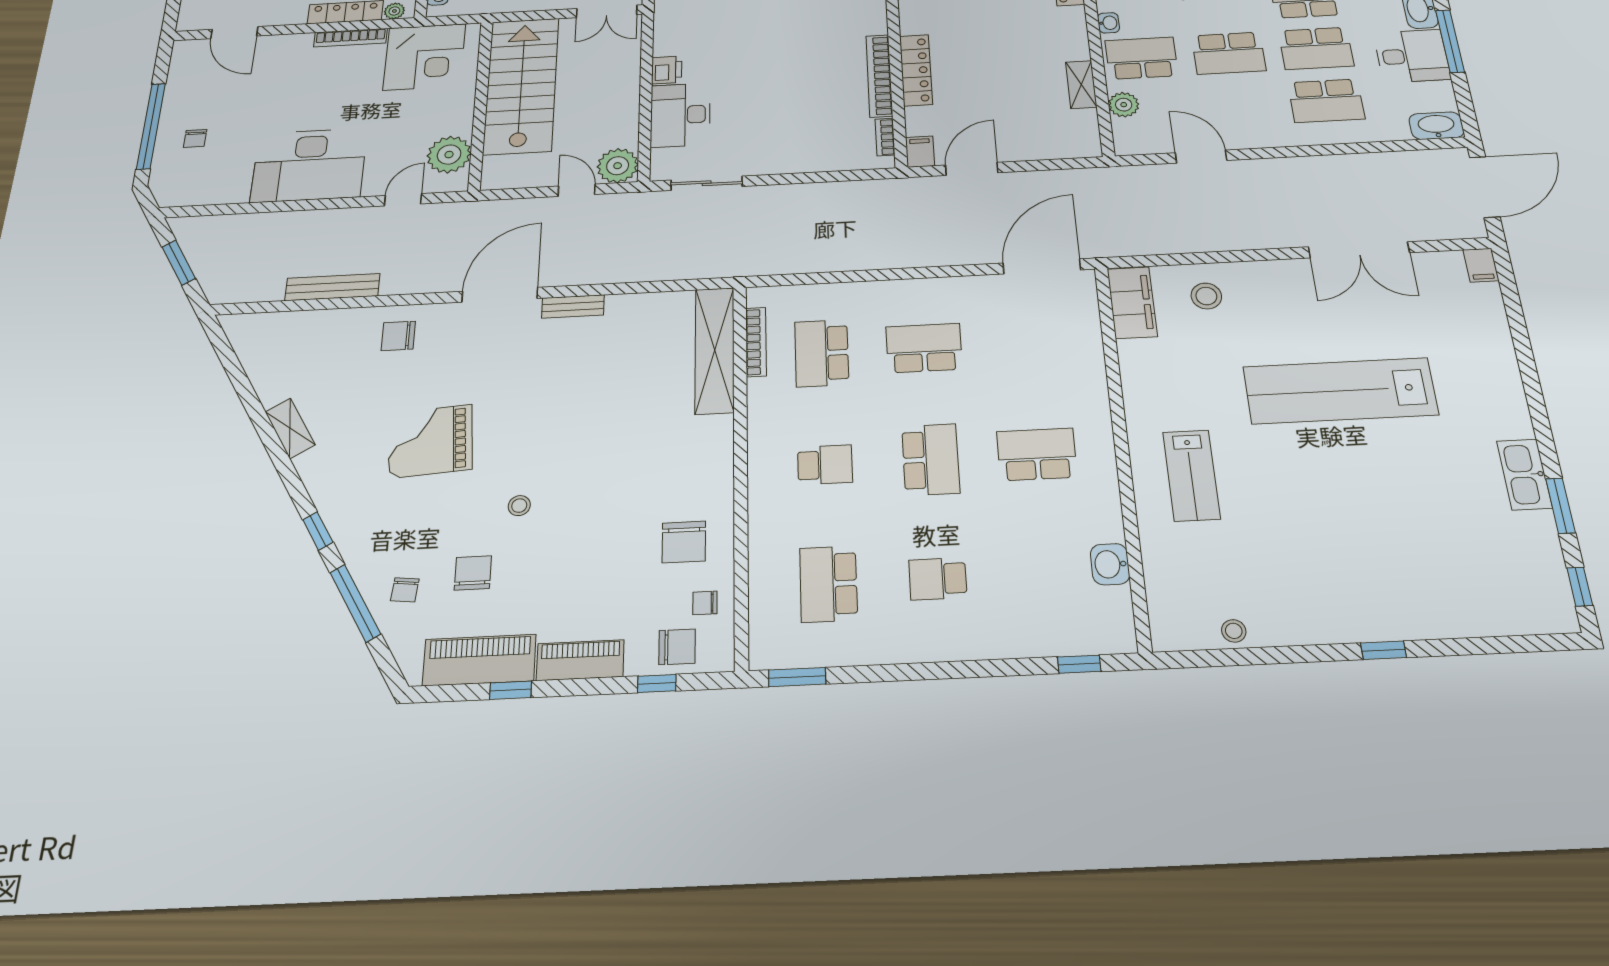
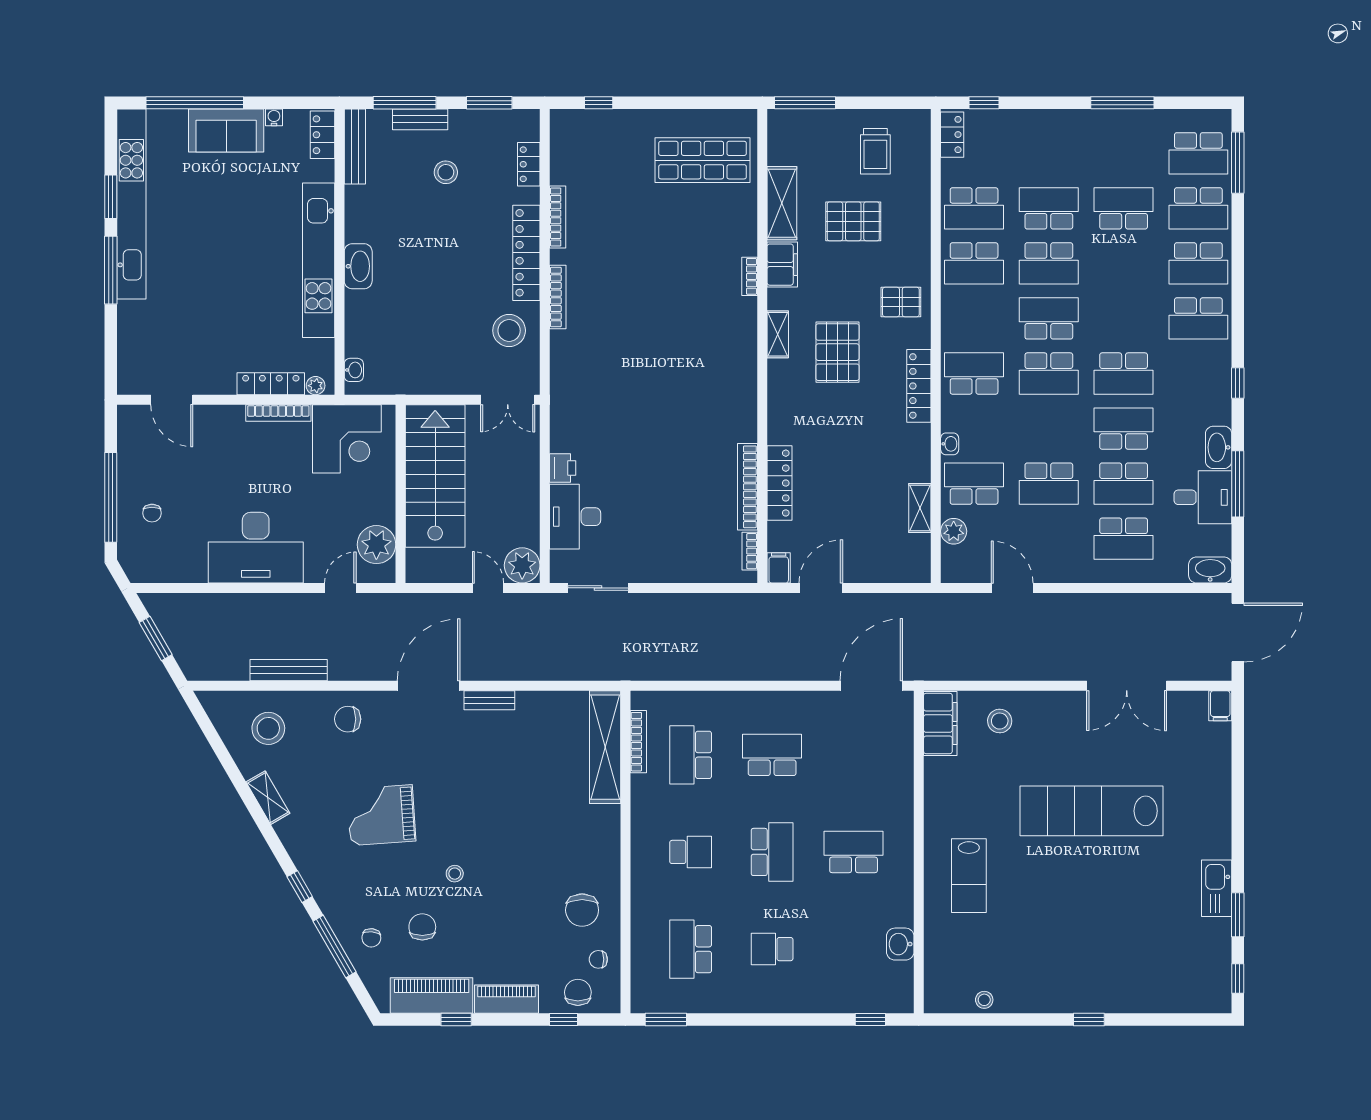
stool: (300, 351) -> (268, 728), added
chair: (677, 647) -> (578, 992), turned -90

